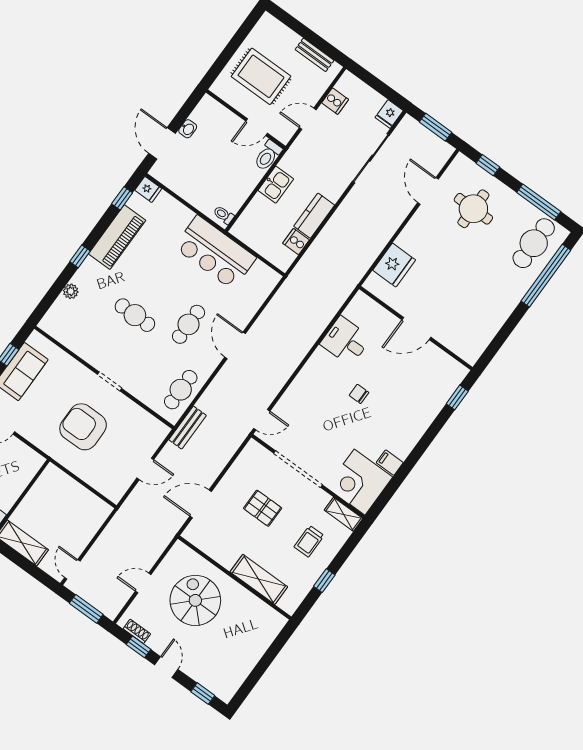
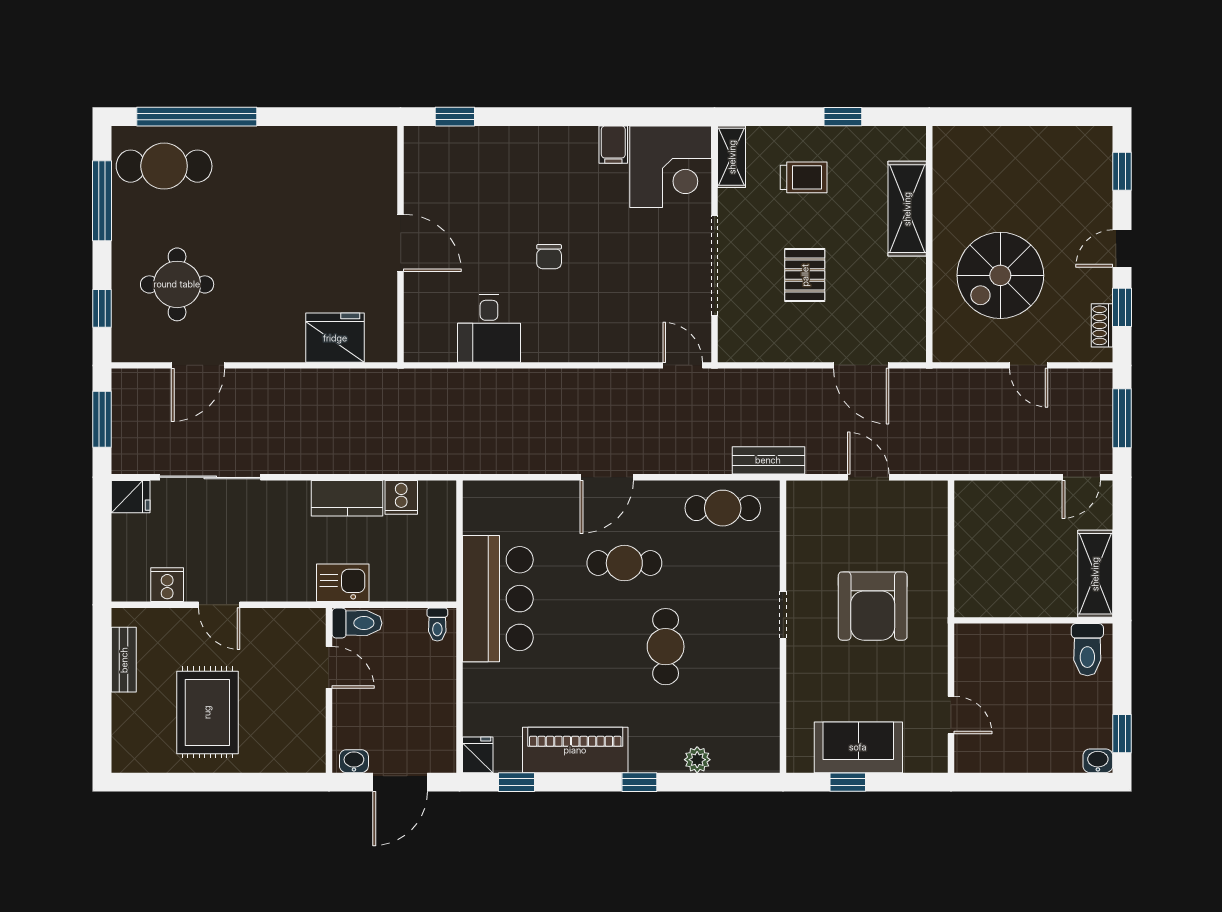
wall: (246, 119) -> (329, 690), moved
door: (257, 127) -> (329, 667), moved
toilet: (268, 156) -> (357, 623), moved

